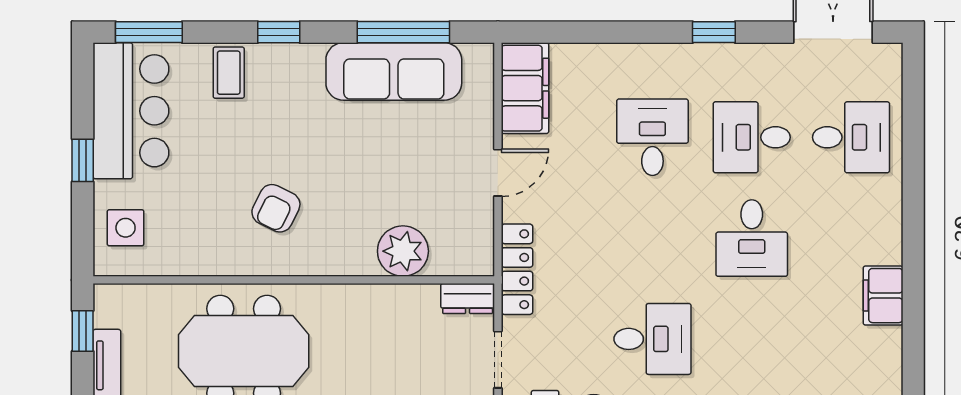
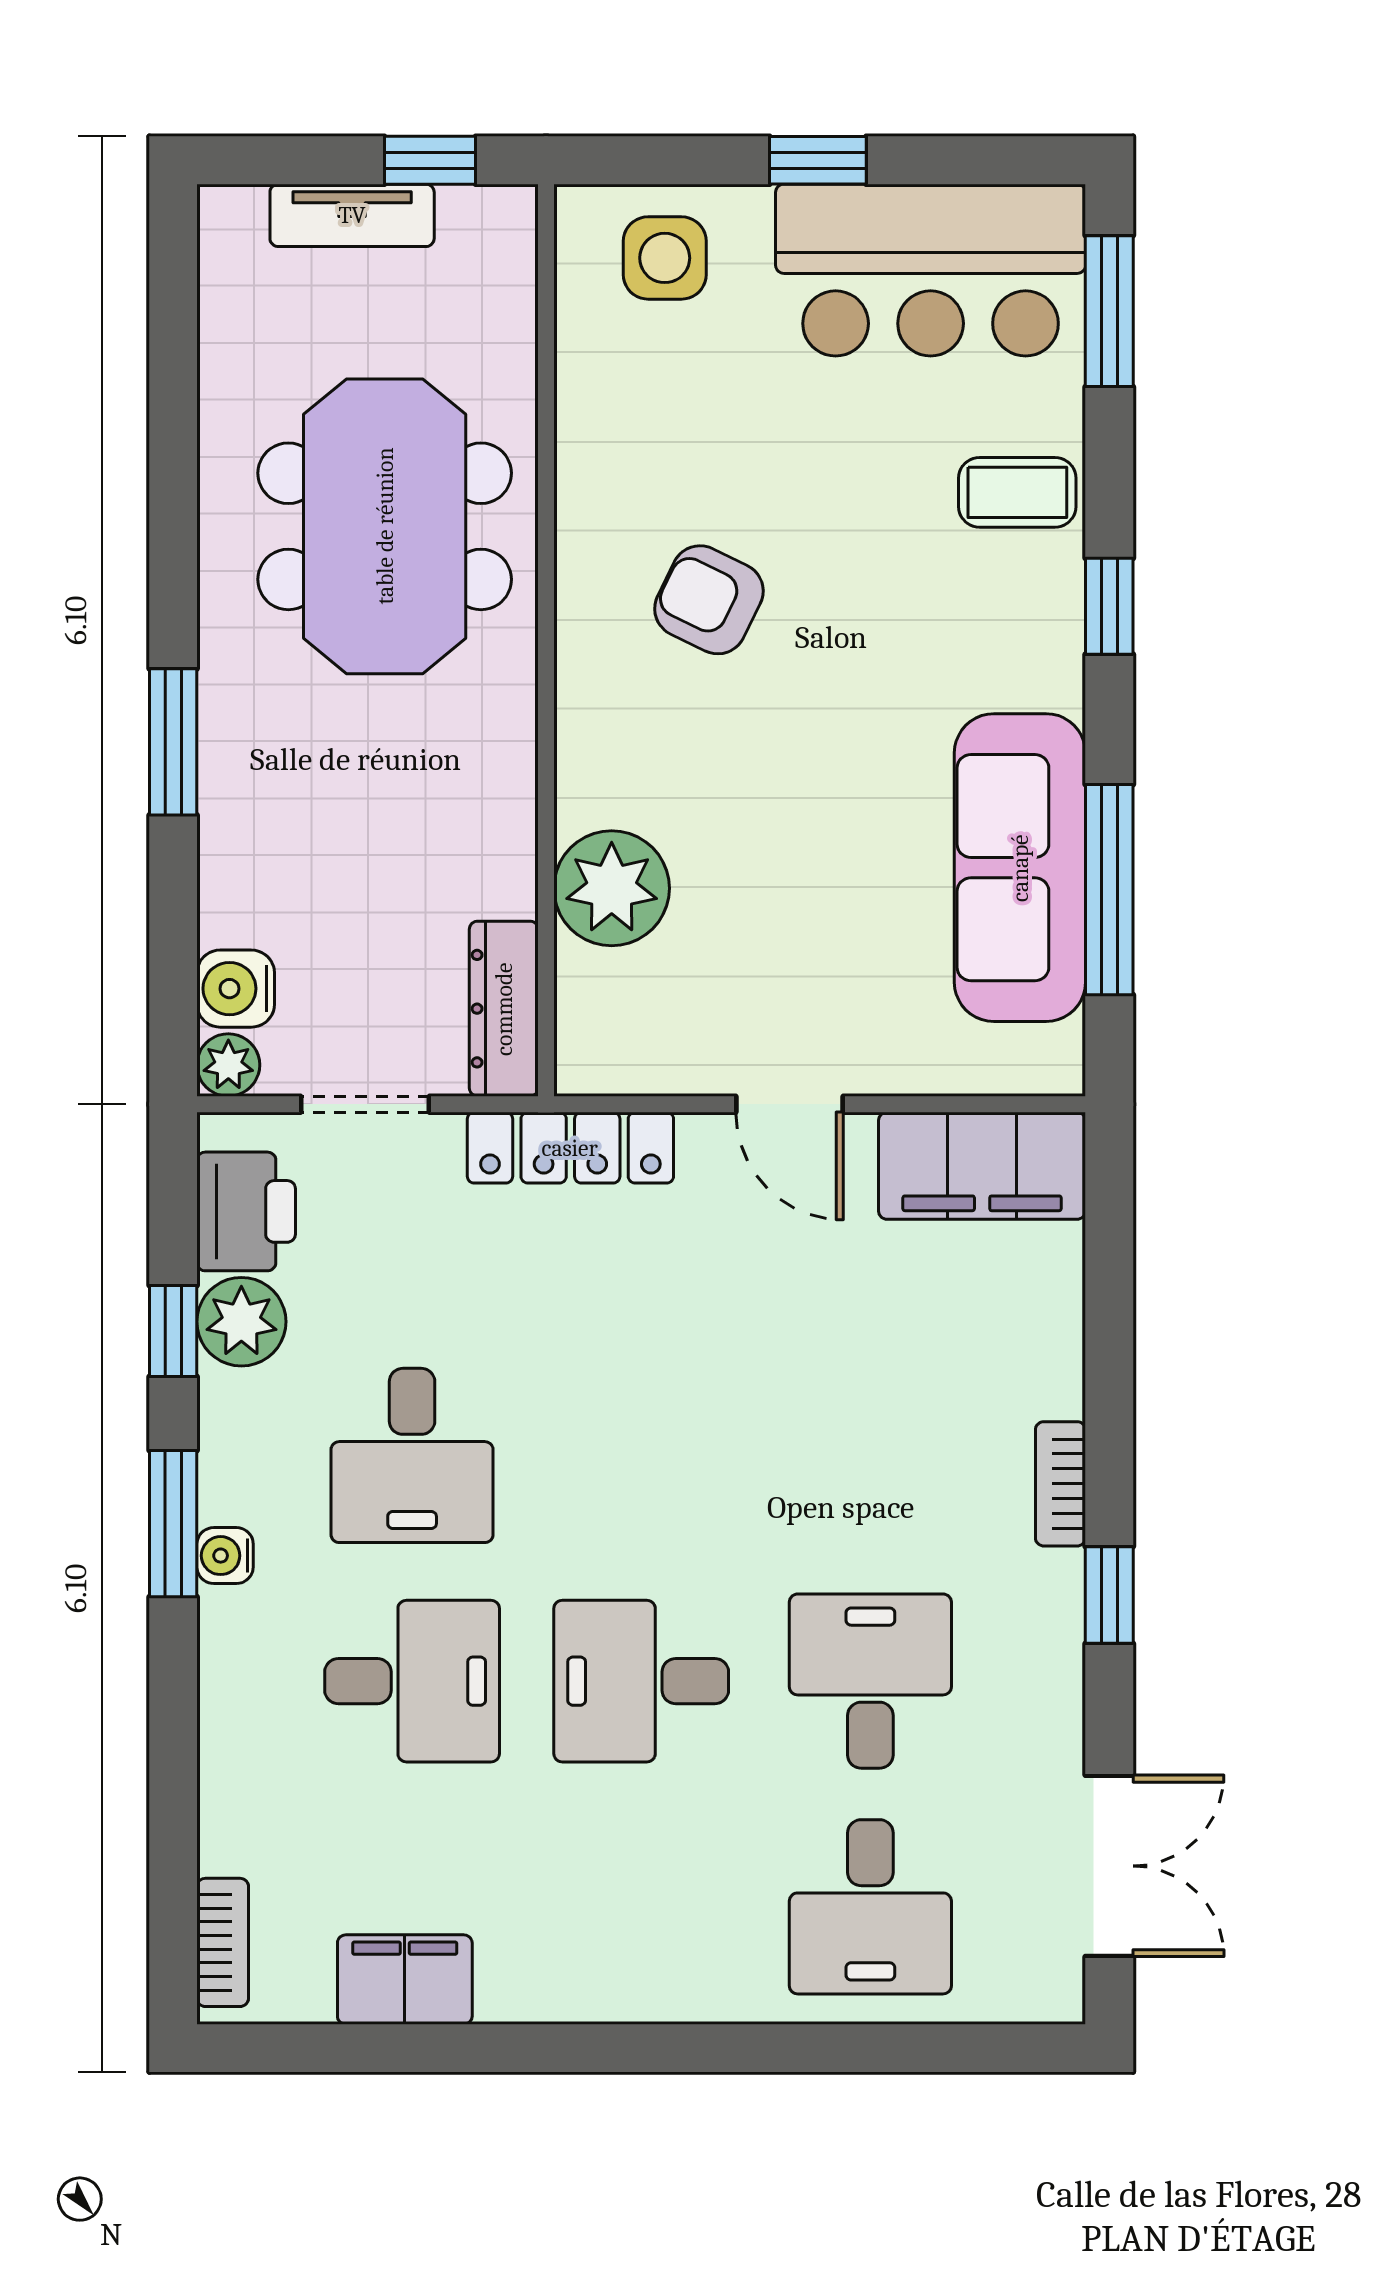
bookcase: (665, 54) -> (1060, 1484), added
desk: (652, 137) -> (412, 1681), moved
filing cabinet: (883, 296) -> (405, 1980), moved
dresser: (468, 299) -> (504, 1009), width x1.44

